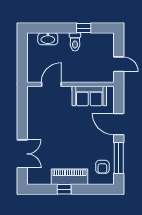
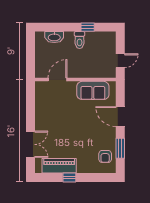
door: (119, 64) -> (120, 61), hinge flipped
window: (119, 158) -> (120, 148), width x0.69
piano: (70, 177) -> (59, 166), moved

